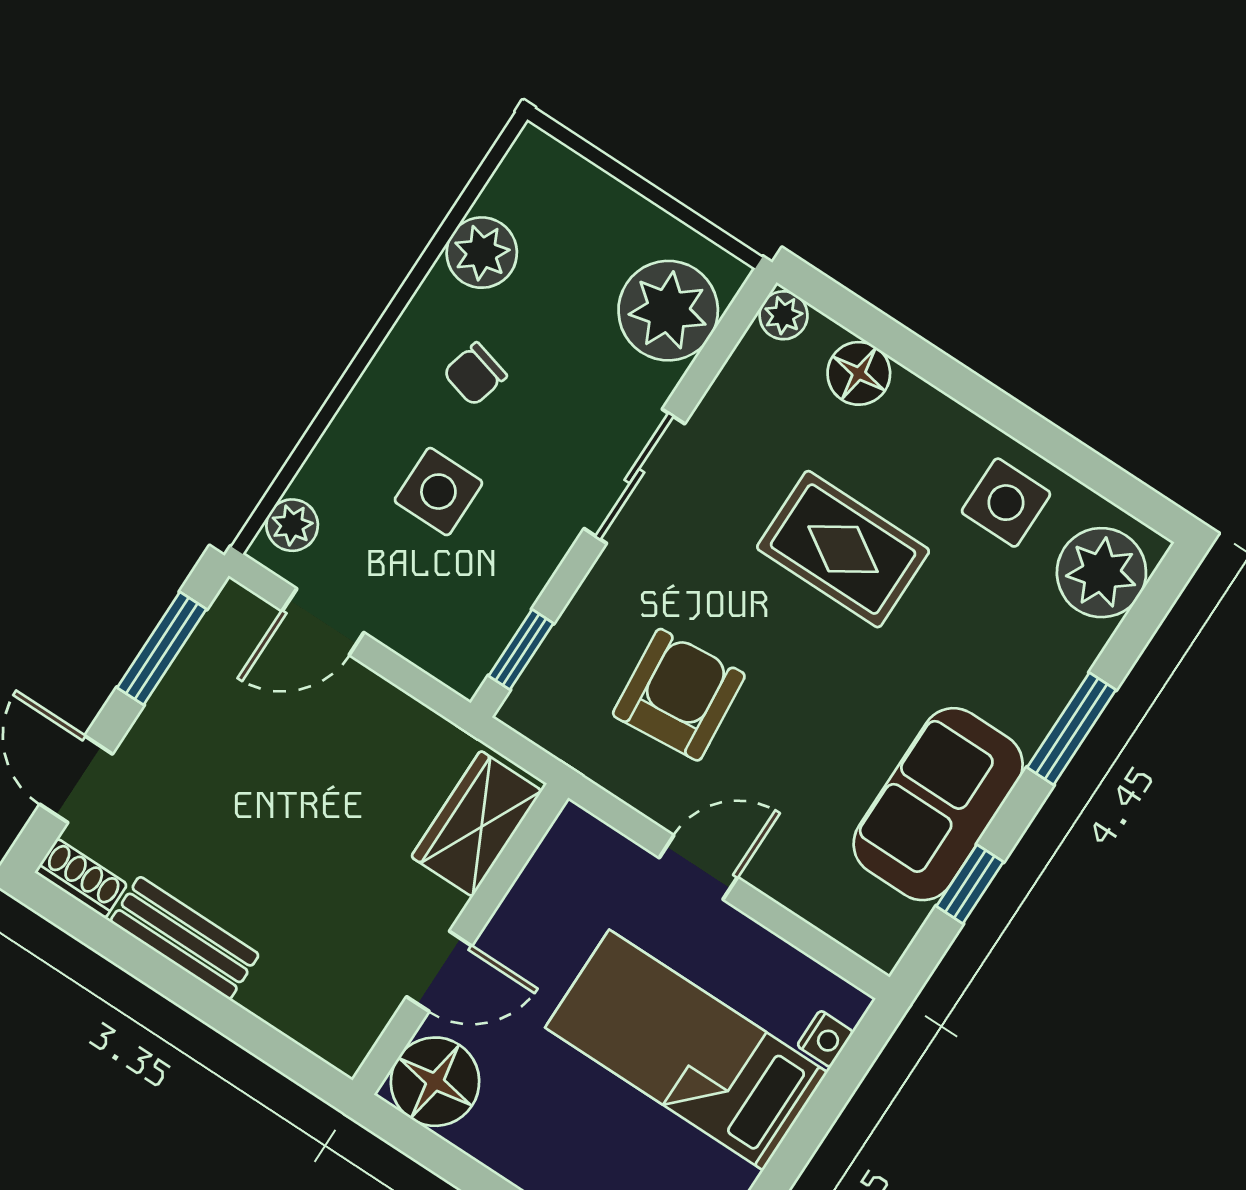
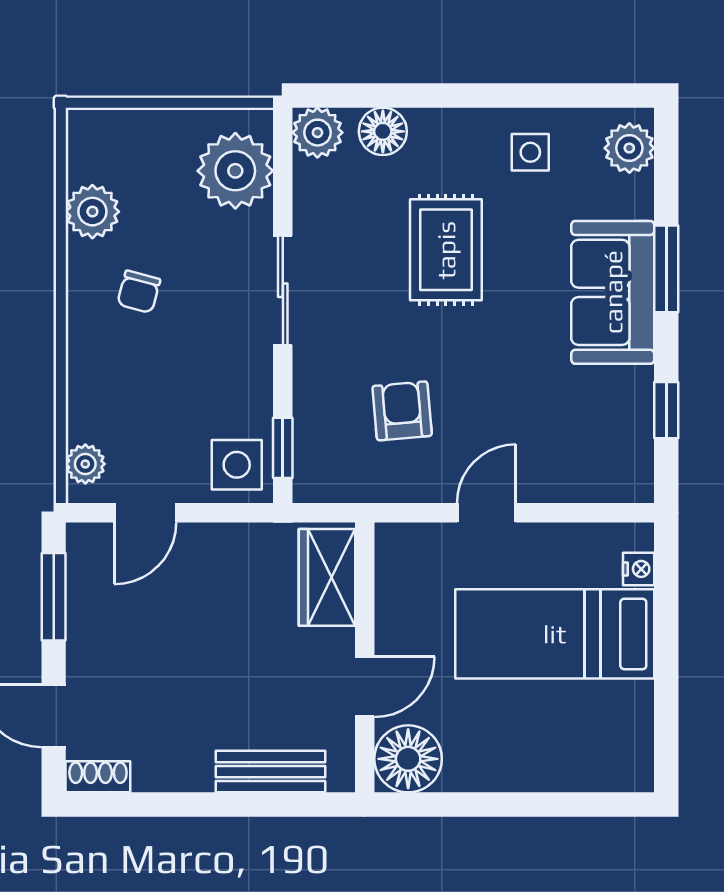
plant: (783, 315) -> (317, 133), width x1.38, depth x1.38
side table: (438, 492) -> (237, 465), moved
side table: (1006, 503) -> (530, 152), width x0.73, depth x0.73
rug: (843, 549) -> (446, 250), turned 90
plant: (1101, 573) -> (629, 148), width x0.73, depth x0.73
armchair: (679, 695) -> (402, 411), width x0.72, depth x0.72
sofa: (938, 804) -> (613, 292), moved
bench: (185, 938) -> (270, 772), moved

